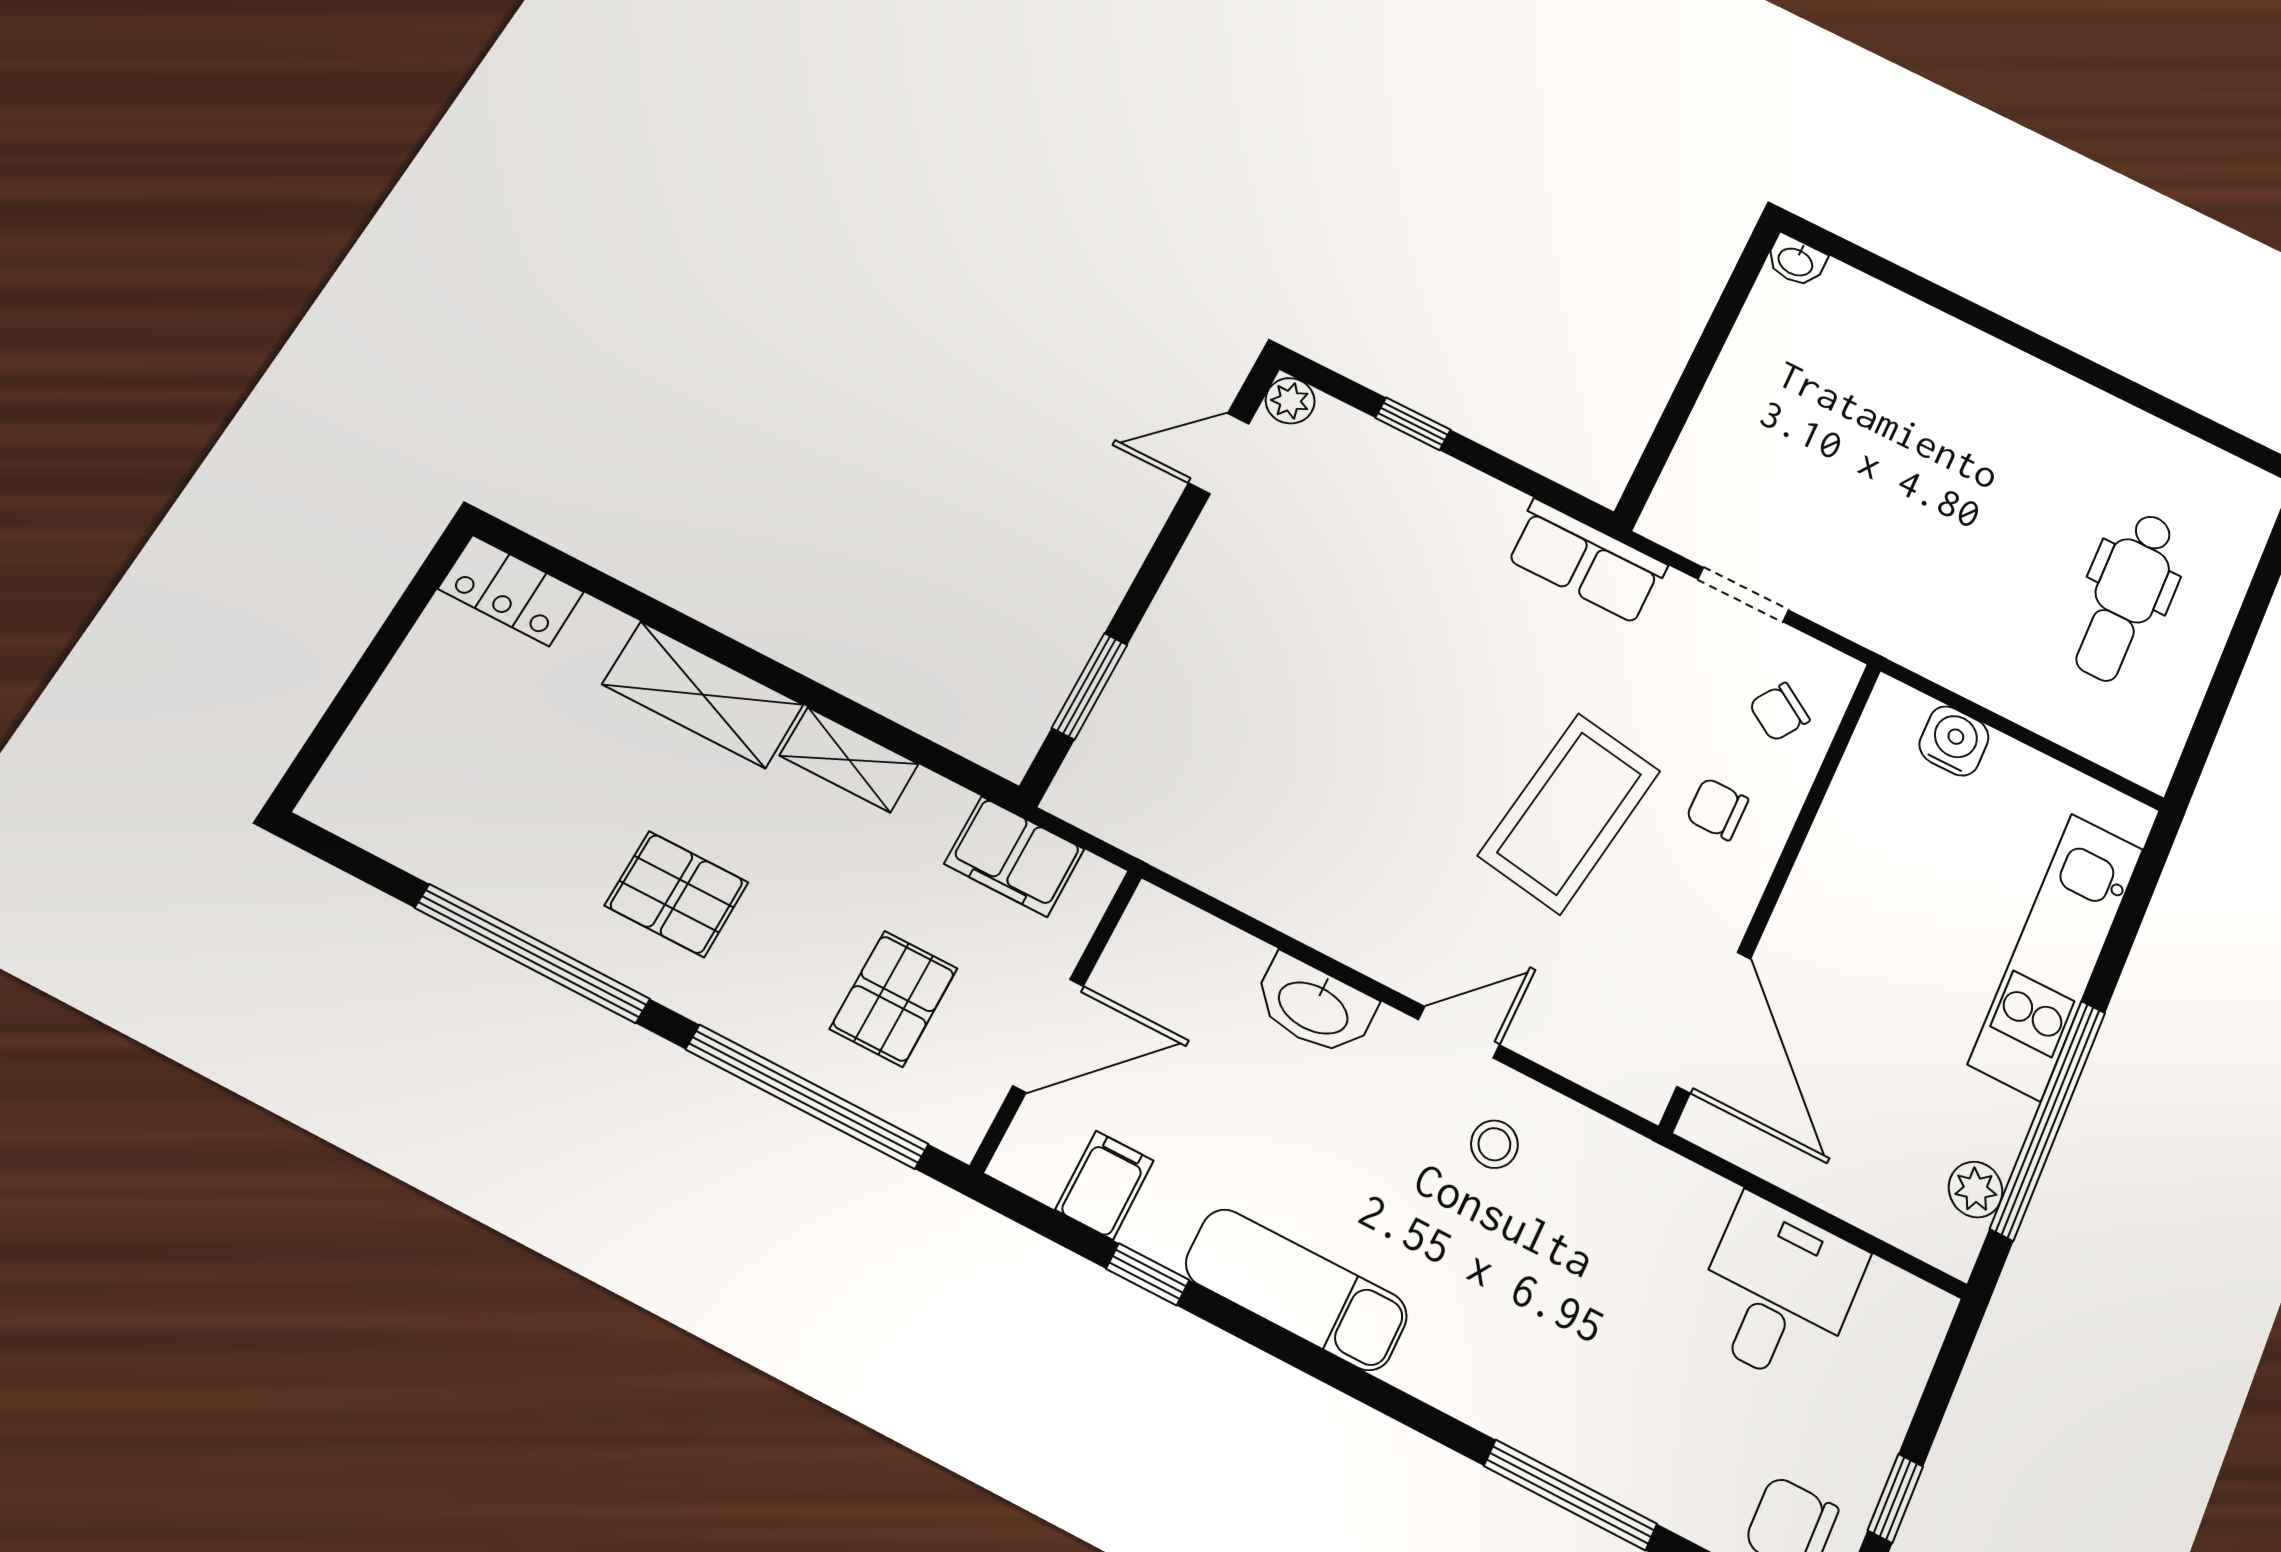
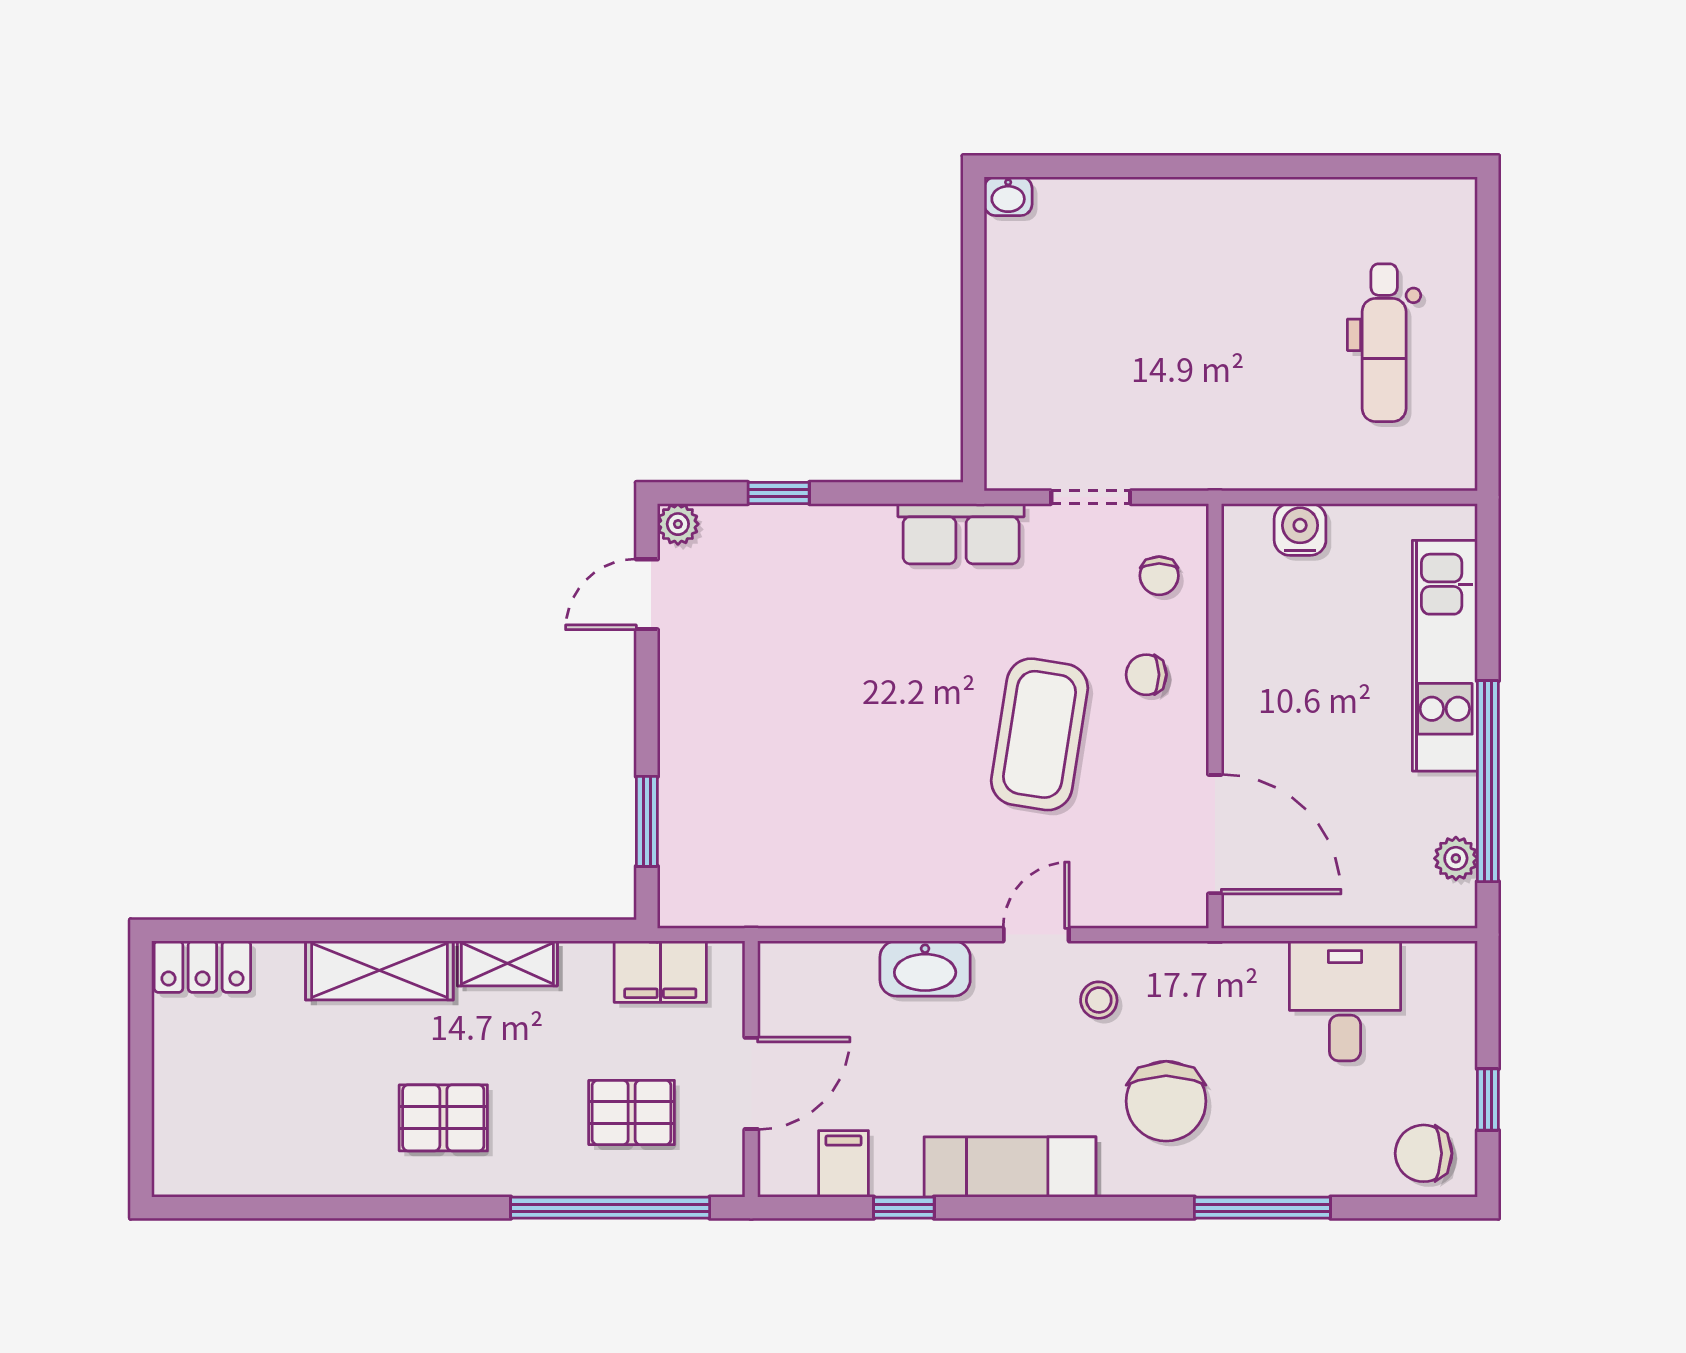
chair: (1779, 712) -> (1159, 576), turned -33
window: (532, 953) -> (370, 1208), removed
pallet: (894, 999) -> (632, 1112), turned 90
chair: (1516, 1305) -> (1166, 1101), added

